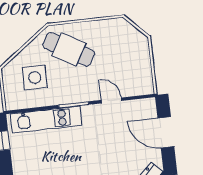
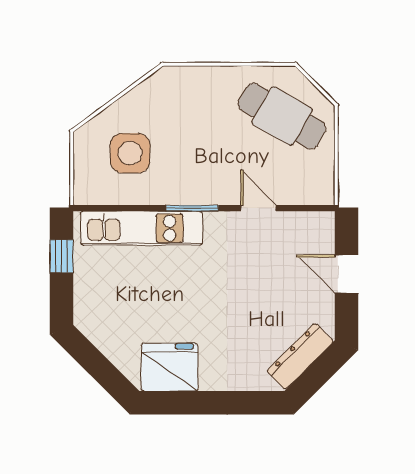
cafe table: (69, 49) -> (282, 116), moved
door: (166, 132) -> (346, 274), width x0.73

